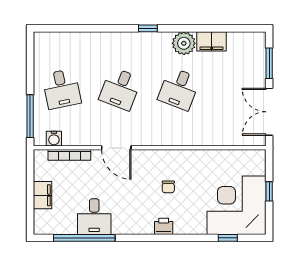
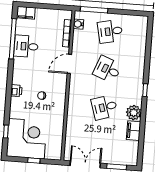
desk: (179, 89) -> (104, 107), turned -39
filing cabinet: (43, 195) -> (26, 13), moved

